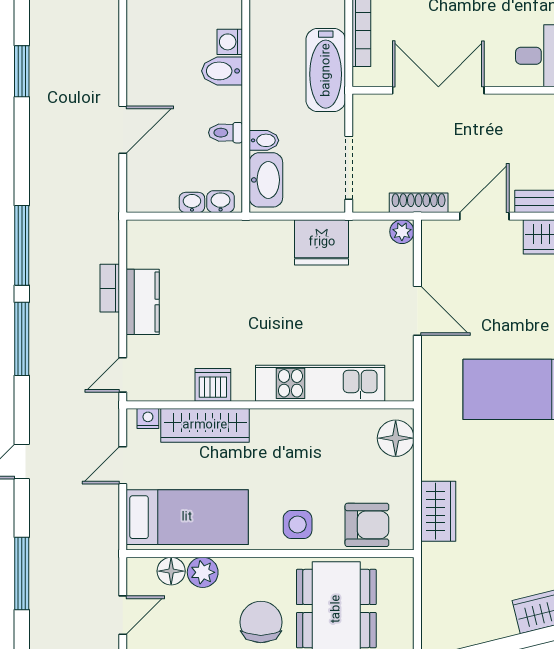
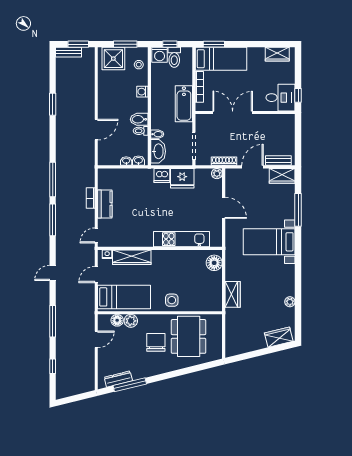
bidet: (222, 71) -> (139, 119), moved
dishwasher: (213, 385) -> (162, 176), moved, turned 180
armchair: (367, 525) -> (202, 300), removed

